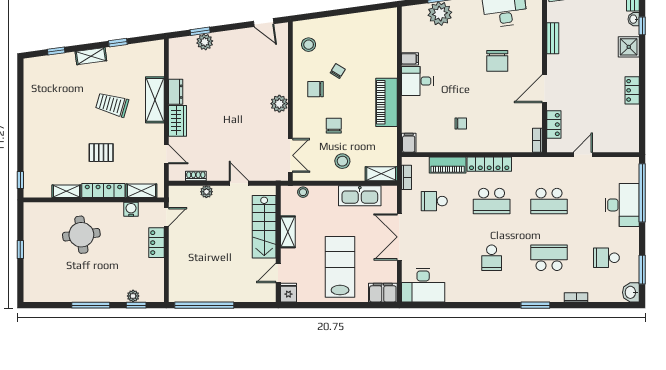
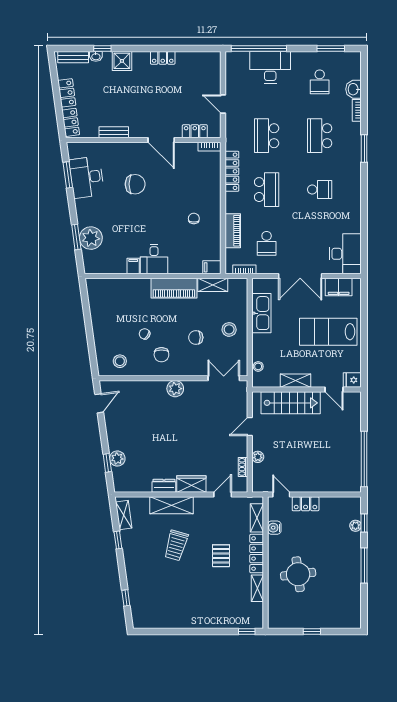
shelving: (91, 56) -> (124, 515), moved
locker: (489, 164) -> (232, 171), moved
shelving: (381, 174) -> (213, 285), moved, turned 90
school desk: (549, 201) -> (267, 136), turned 180
washbasin: (631, 292) -> (354, 89), moved, turned 90
filing cabinet: (383, 293) -> (339, 287), moved, turned -90

